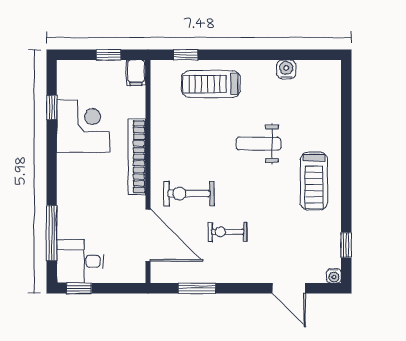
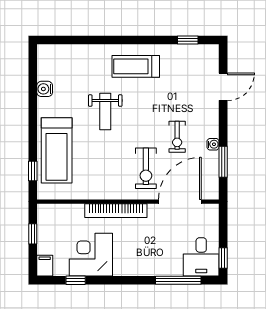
filing cabinet: (136, 73) -> (45, 266), moved, turned -90
treadmill: (211, 84) -> (57, 150), width x1.37, depth x1.38
treadmill: (314, 181) -> (136, 66), turned 180
water cooler: (334, 276) -> (213, 144), moved

